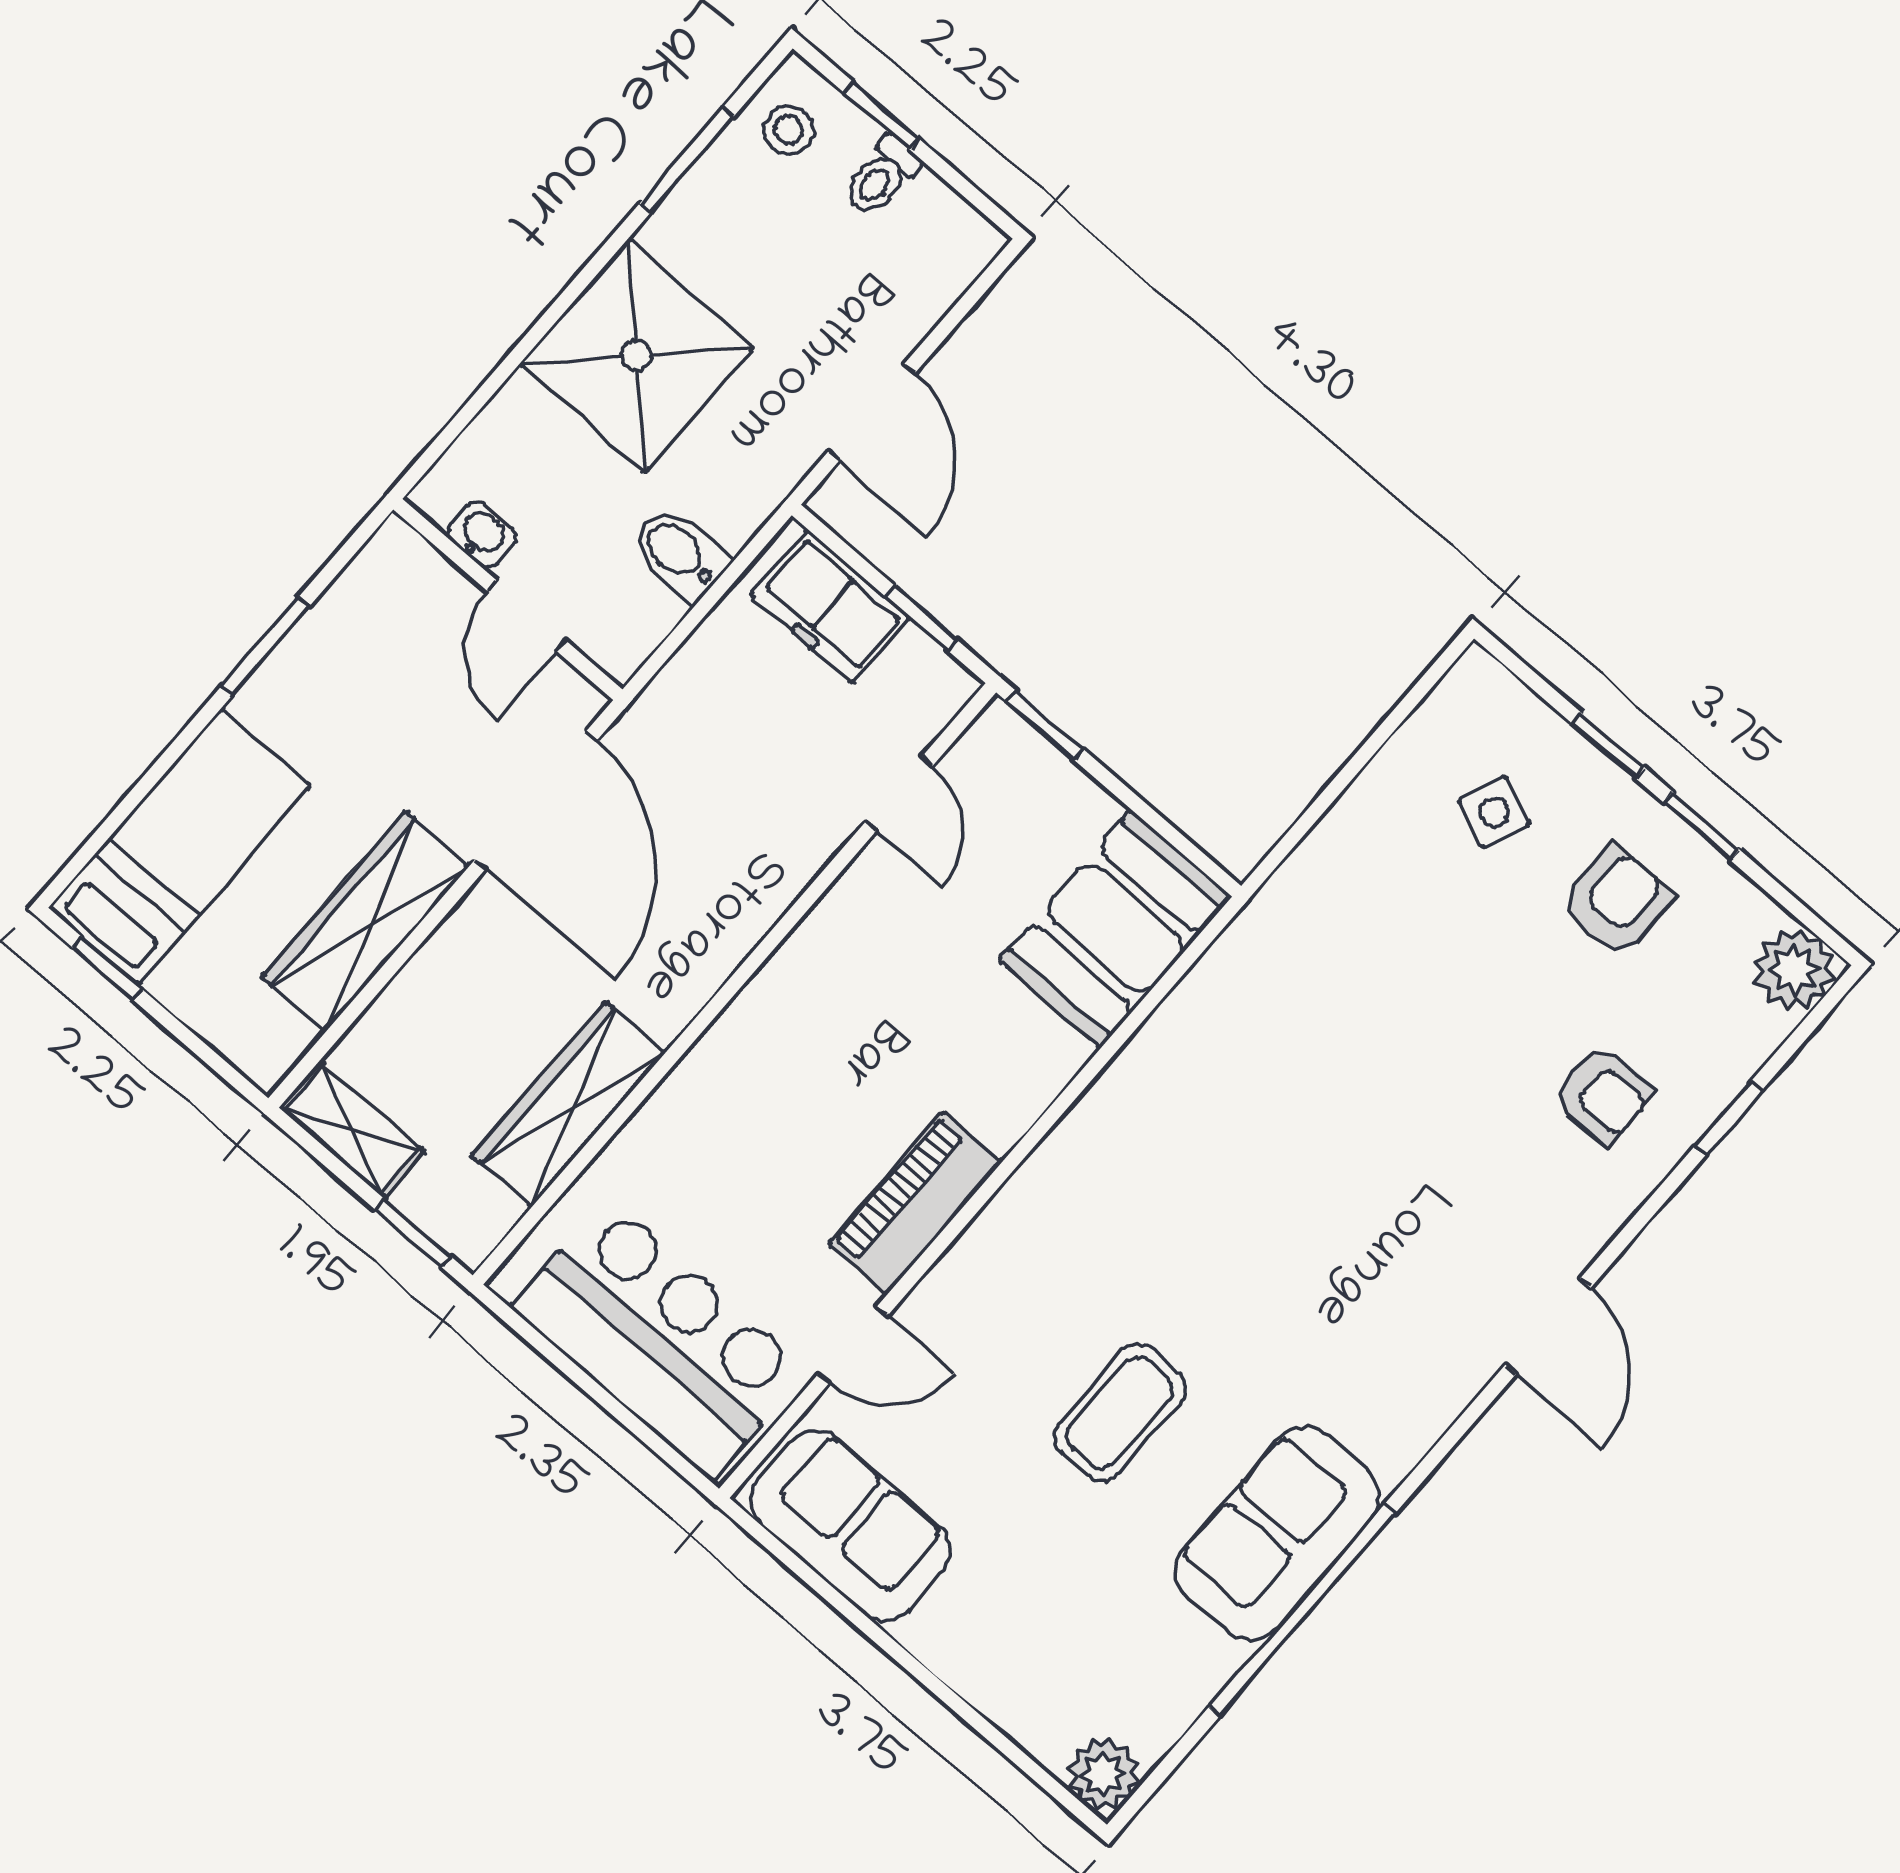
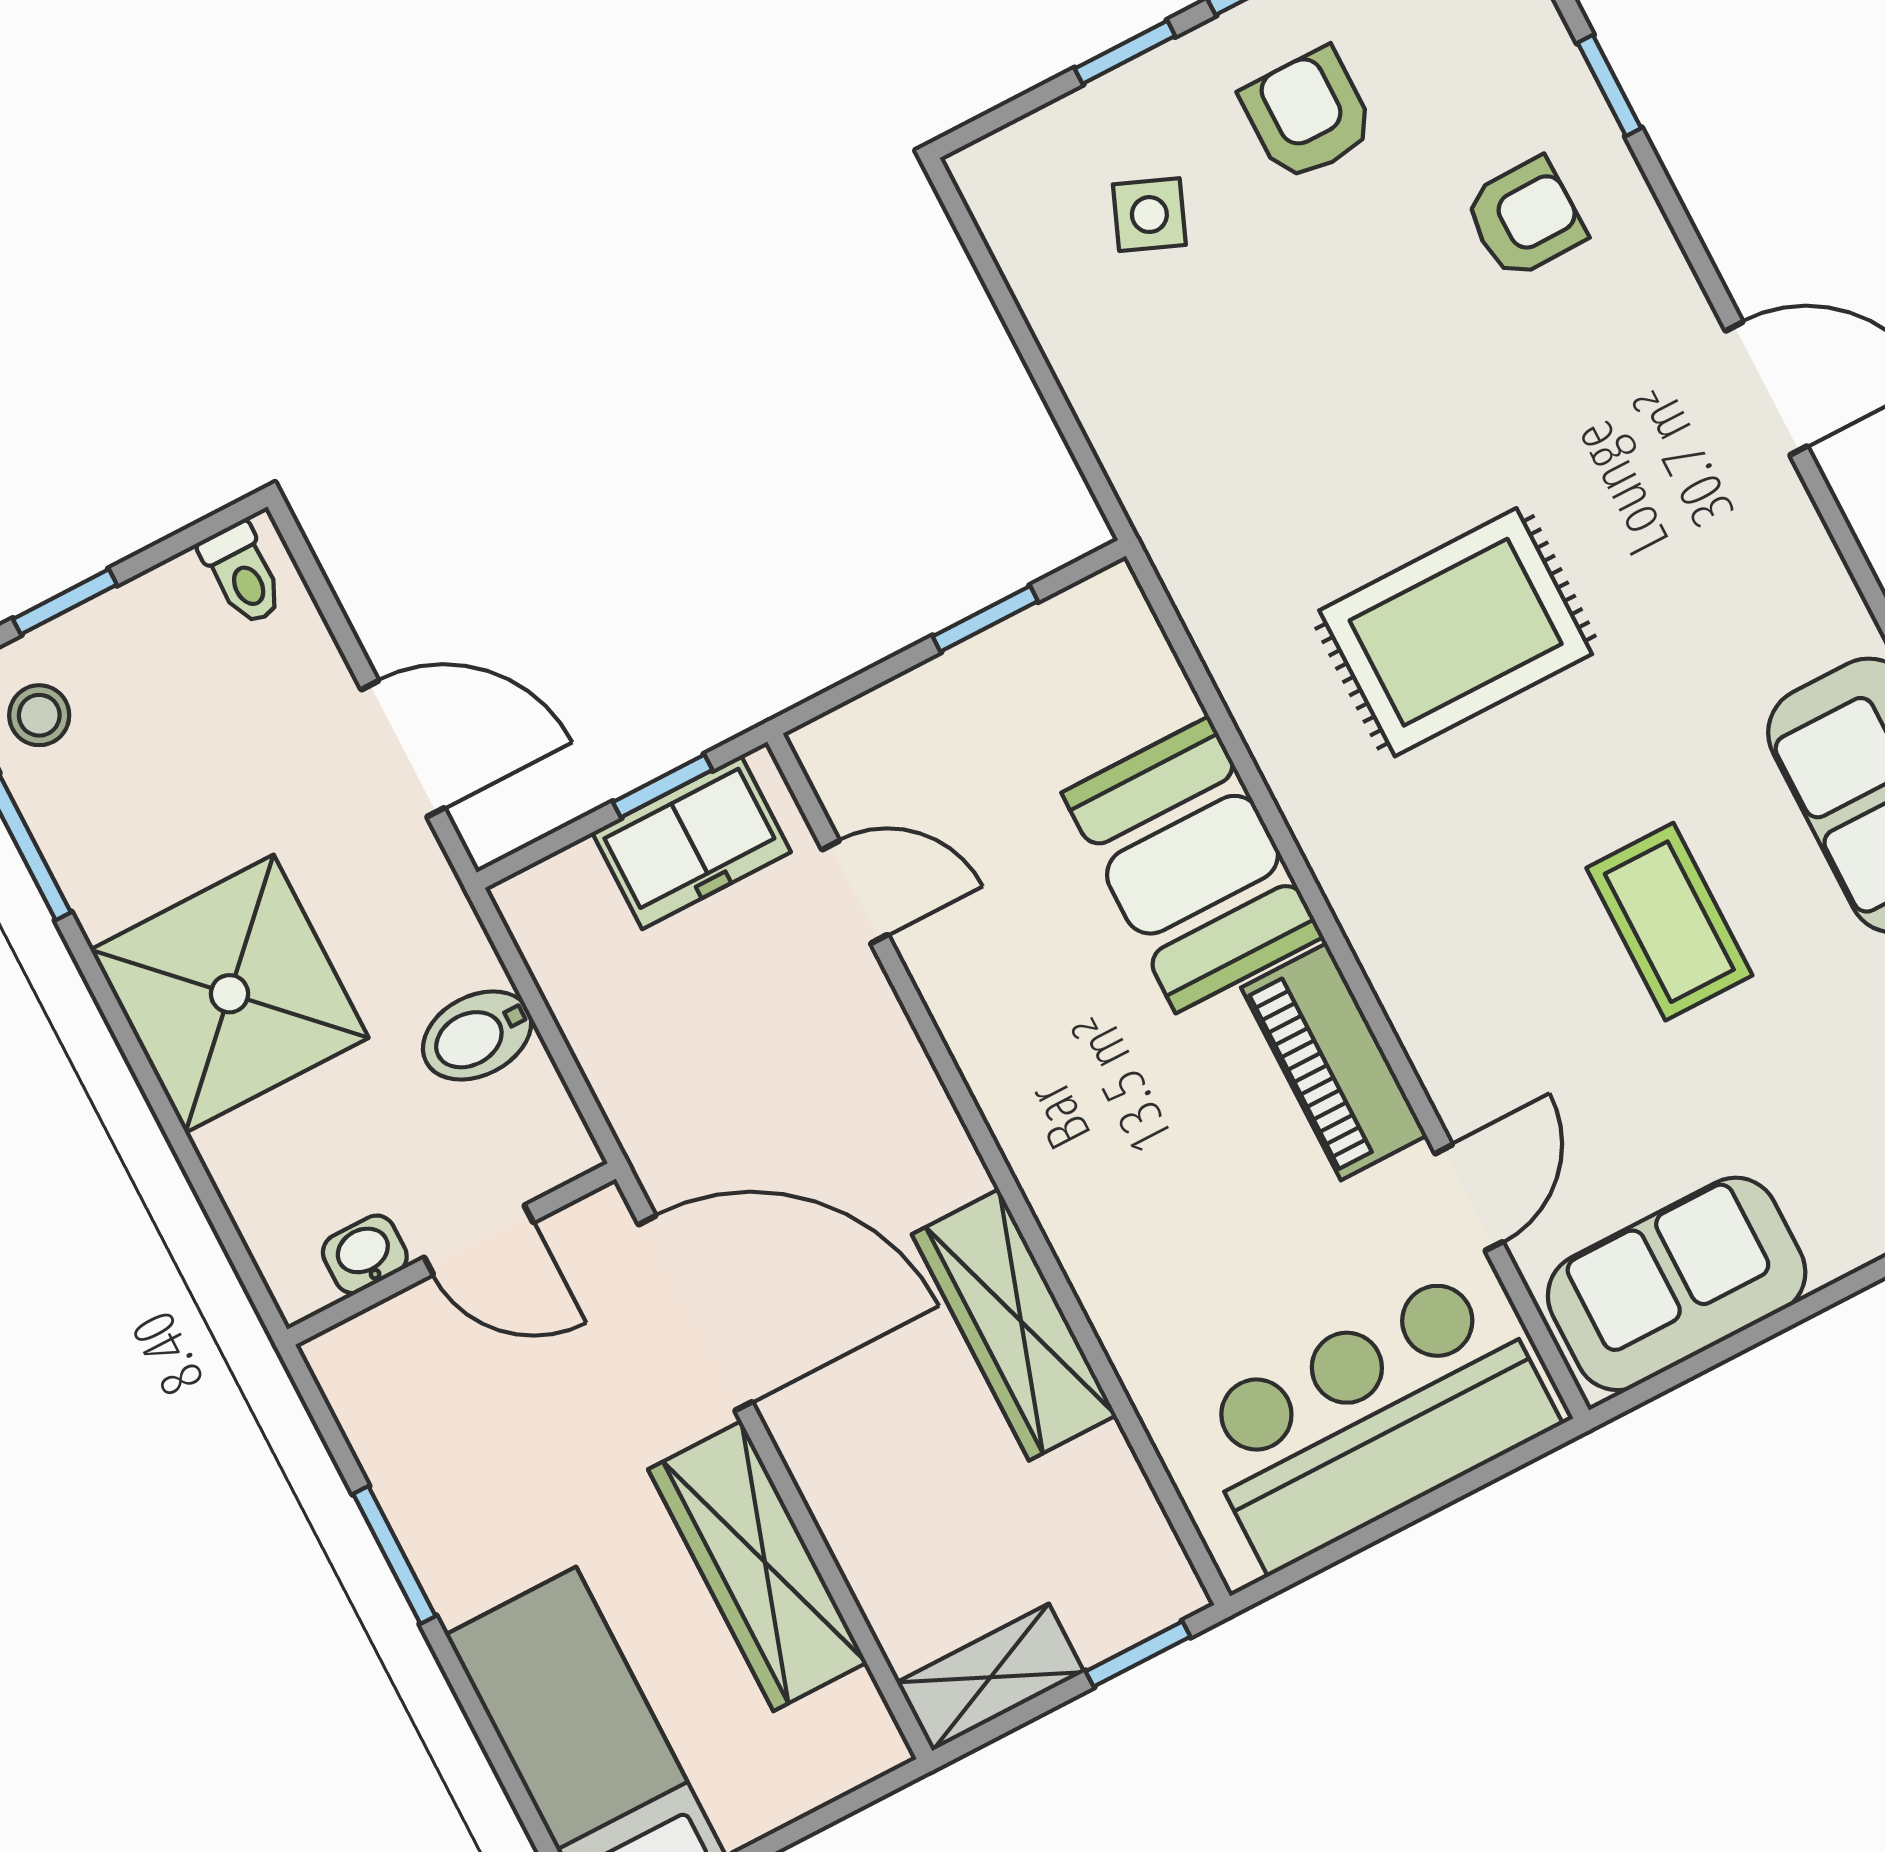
toilet: (882, 177) -> (242, 574), moved
freezer: (830, 607) -> (691, 842), moved
window: (1045, 725) -> (985, 619), moved
booth: (1116, 928) -> (1192, 865), moved
wardrobe: (568, 1104) -> (1014, 1325), moved
rug: (1273, 1166) -> (1456, 632), added

